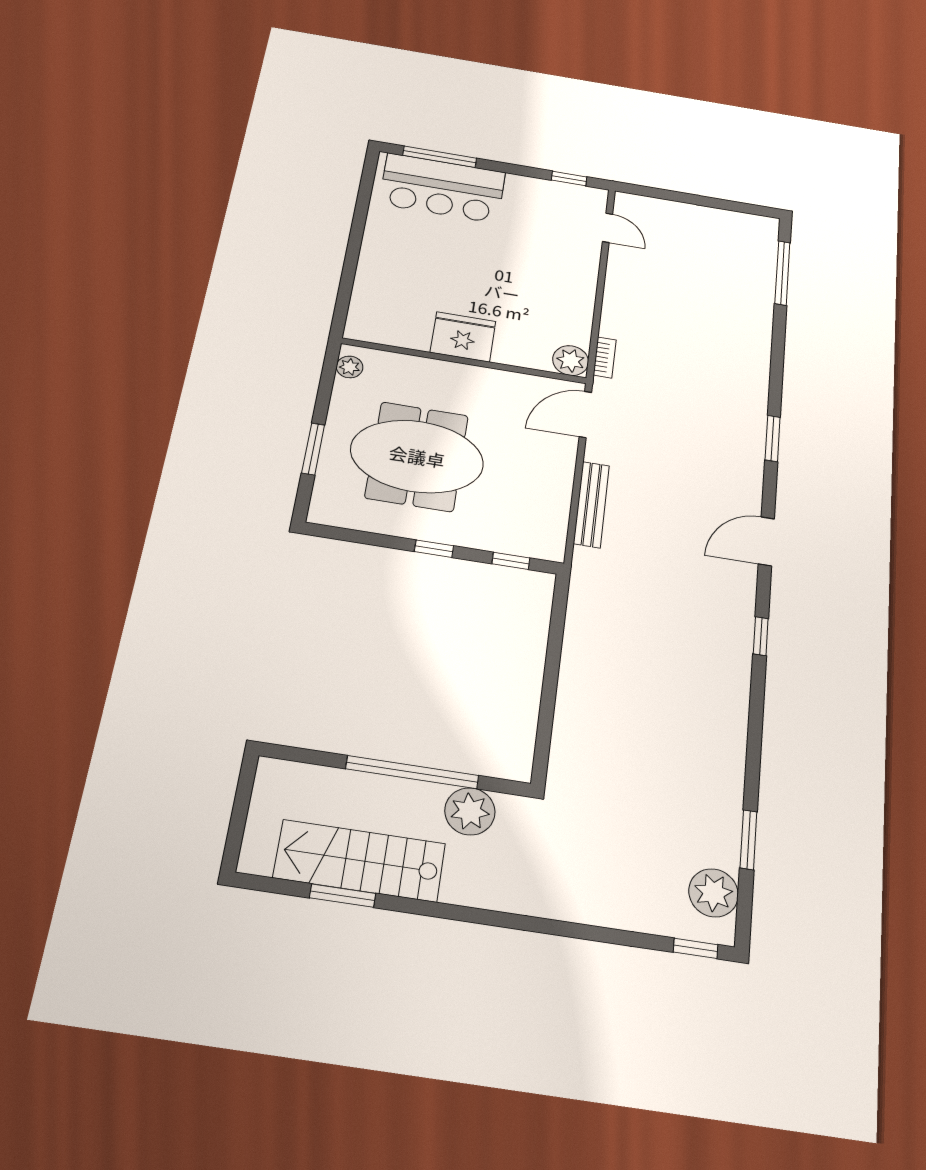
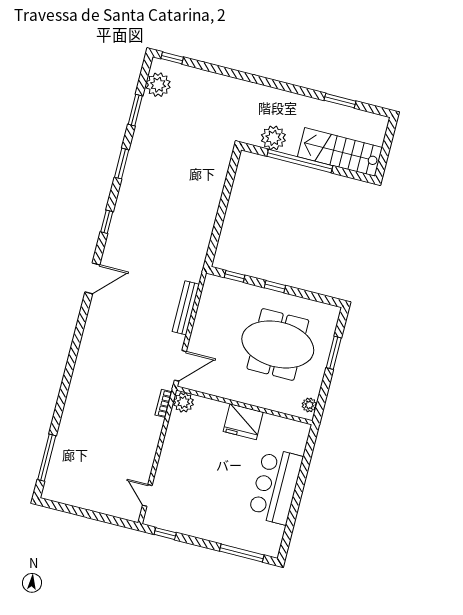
bar counter: (442, 188) -> (276, 486), moved, turned -90
window: (772, 439) -> (122, 164), moved
stairs: (360, 861) -> (340, 152), moved, turned 180

